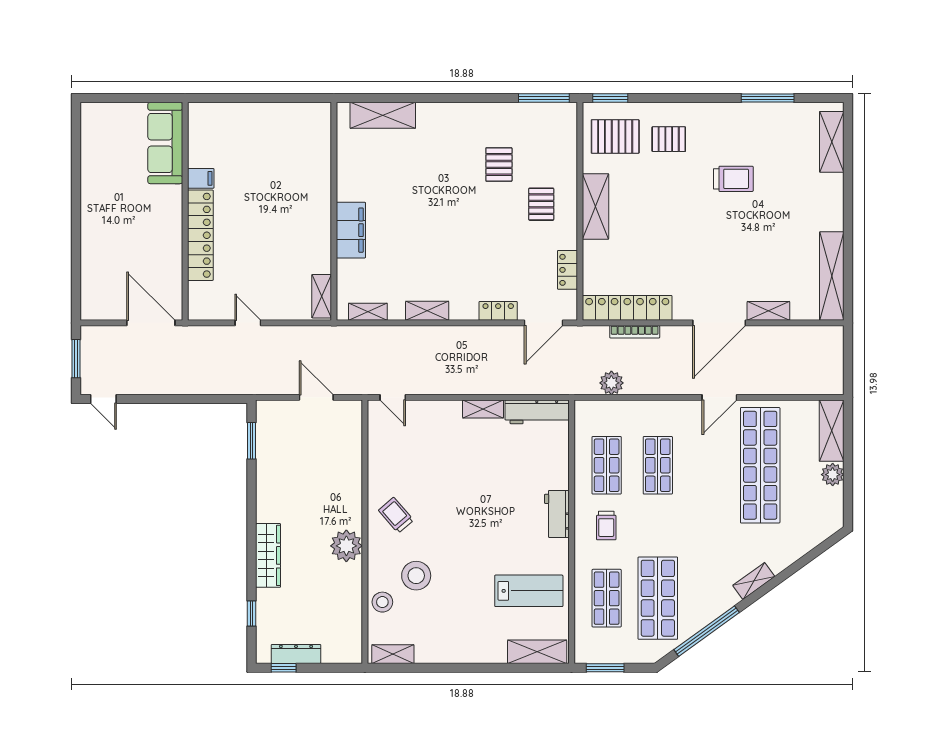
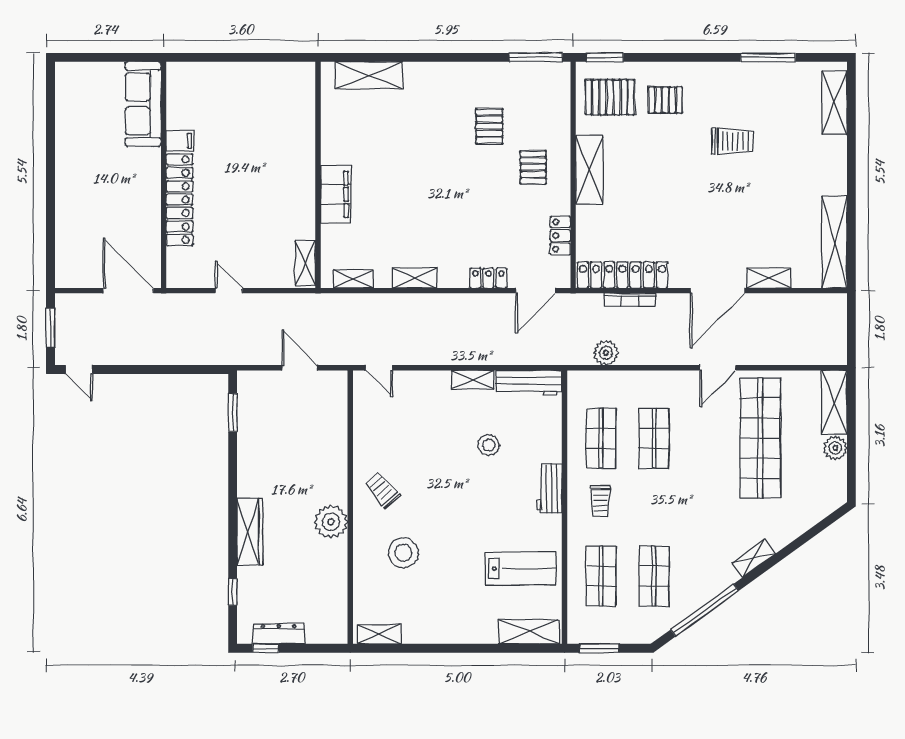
shop shelf: (658, 598) -> (654, 576), width x0.70, depth x0.74
stool: (382, 602) -> (489, 445), moved

